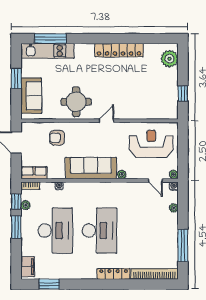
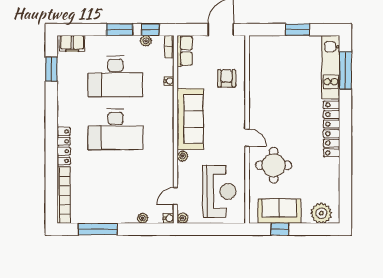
locker: (119, 50) -> (332, 129), moved
sofa: (31, 96) -> (279, 211), moved, turned 180
round table: (76, 102) -> (274, 165), moved

